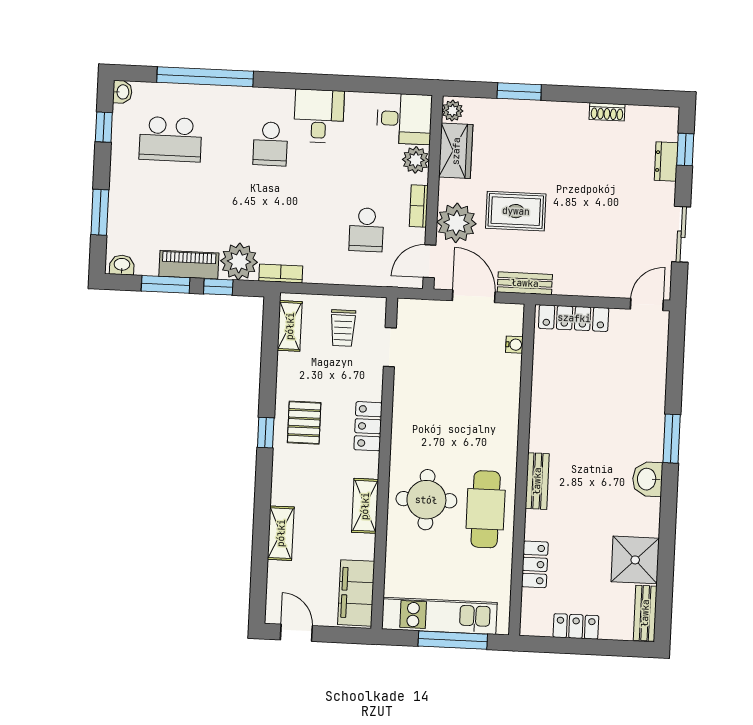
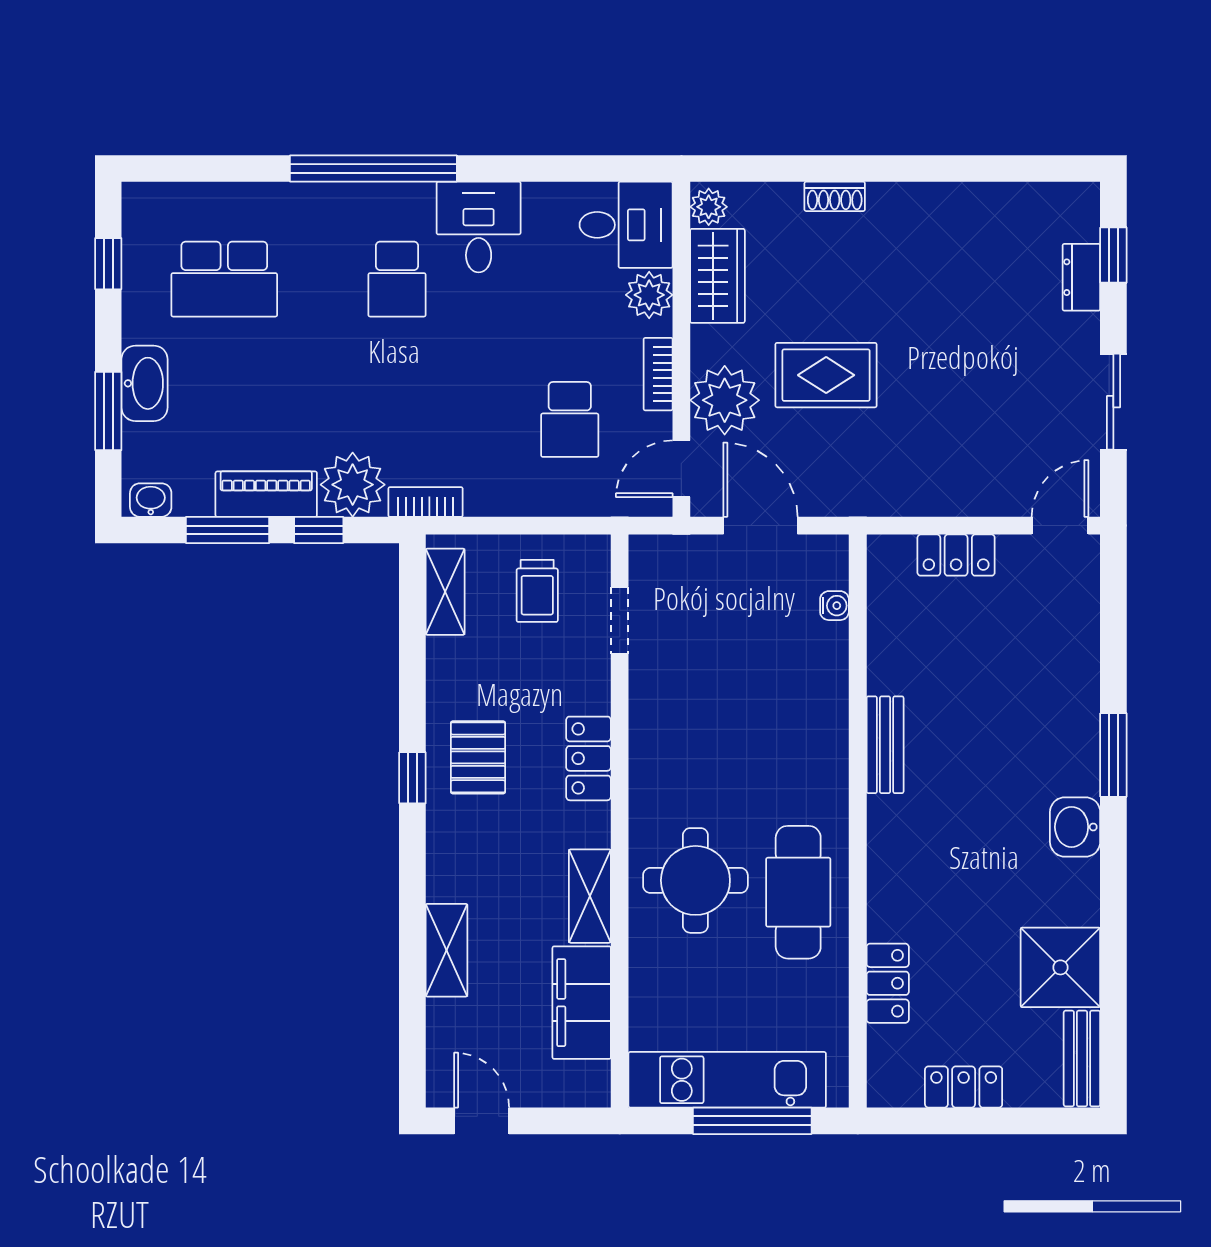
window: (205, 77) -> (373, 168), moved
washbasin: (122, 92) -> (145, 383), moved, width x1.91, depth x1.45
window: (519, 92) -> (822, 168), removed
shoe rack: (607, 112) -> (835, 196), moved
bench: (525, 283) -> (848, 499), removed
locker: (574, 318) -> (956, 555), width x0.66
bench: (537, 481) -> (885, 745), moved
filing cabinet: (356, 593) -> (582, 1003), moved

